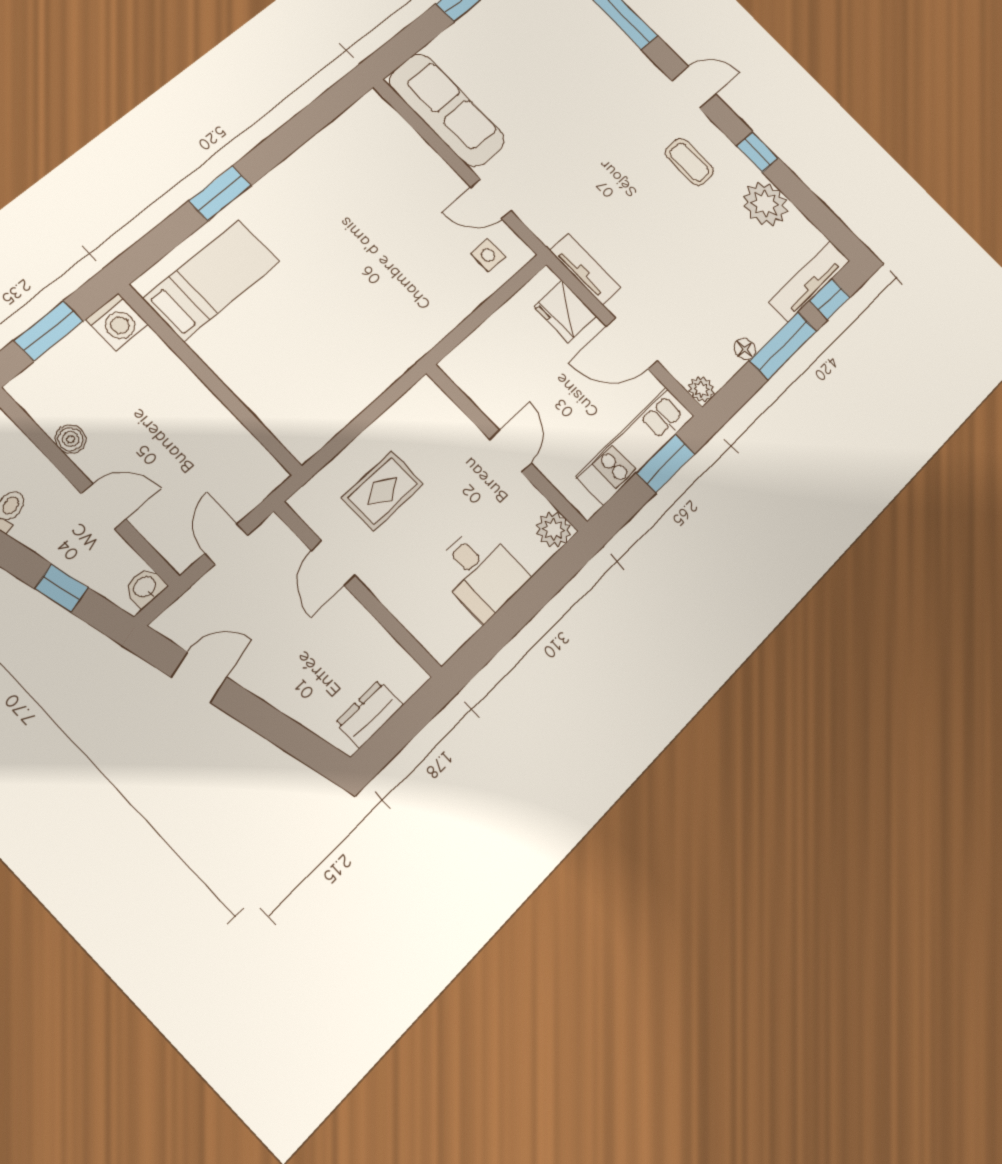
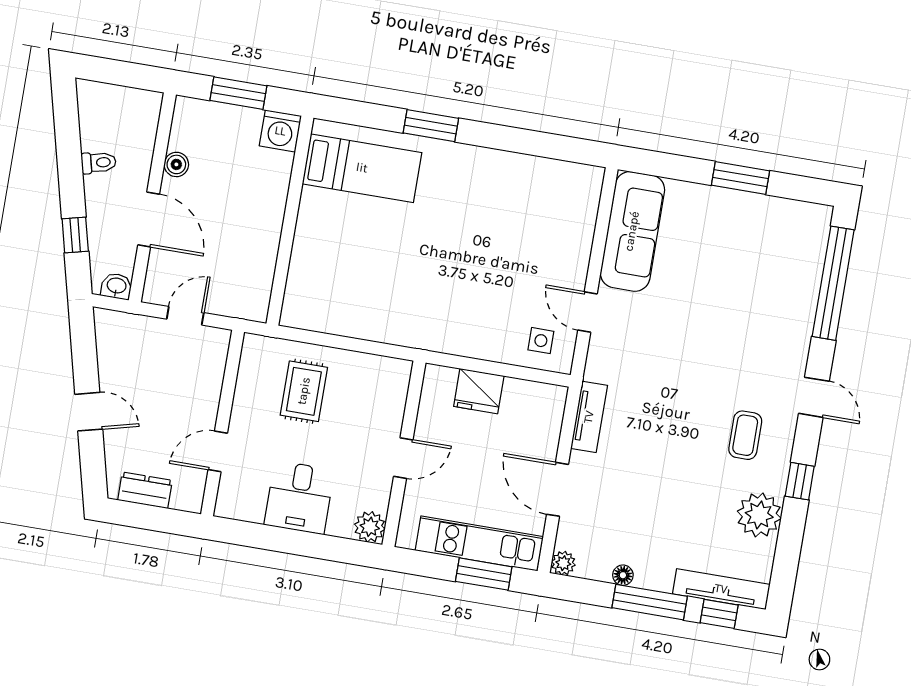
fridge: (565, 311) -> (479, 391), moved, turned -90
rug: (383, 491) -> (304, 391), turned 90
door: (104, 506) -> (149, 219), width x1.38
door: (333, 563) -> (218, 451), moved
door: (199, 677) -> (89, 412), moved

